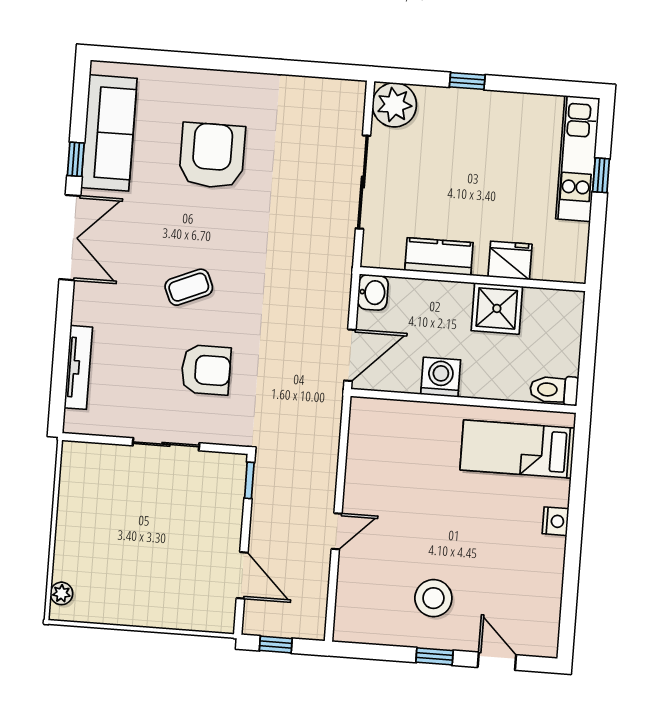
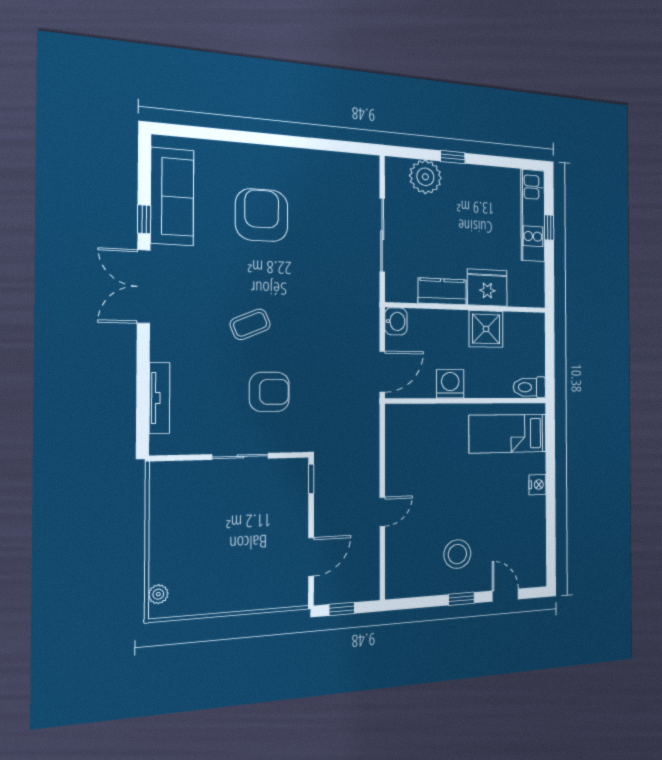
plant: (394, 105) -> (425, 177), moved
double door: (70, 238) -> (144, 287), swing flipped
fridge: (510, 260) -> (487, 288), width x1.36, depth x1.34
door: (242, 575) -> (311, 557), hinge flipped

